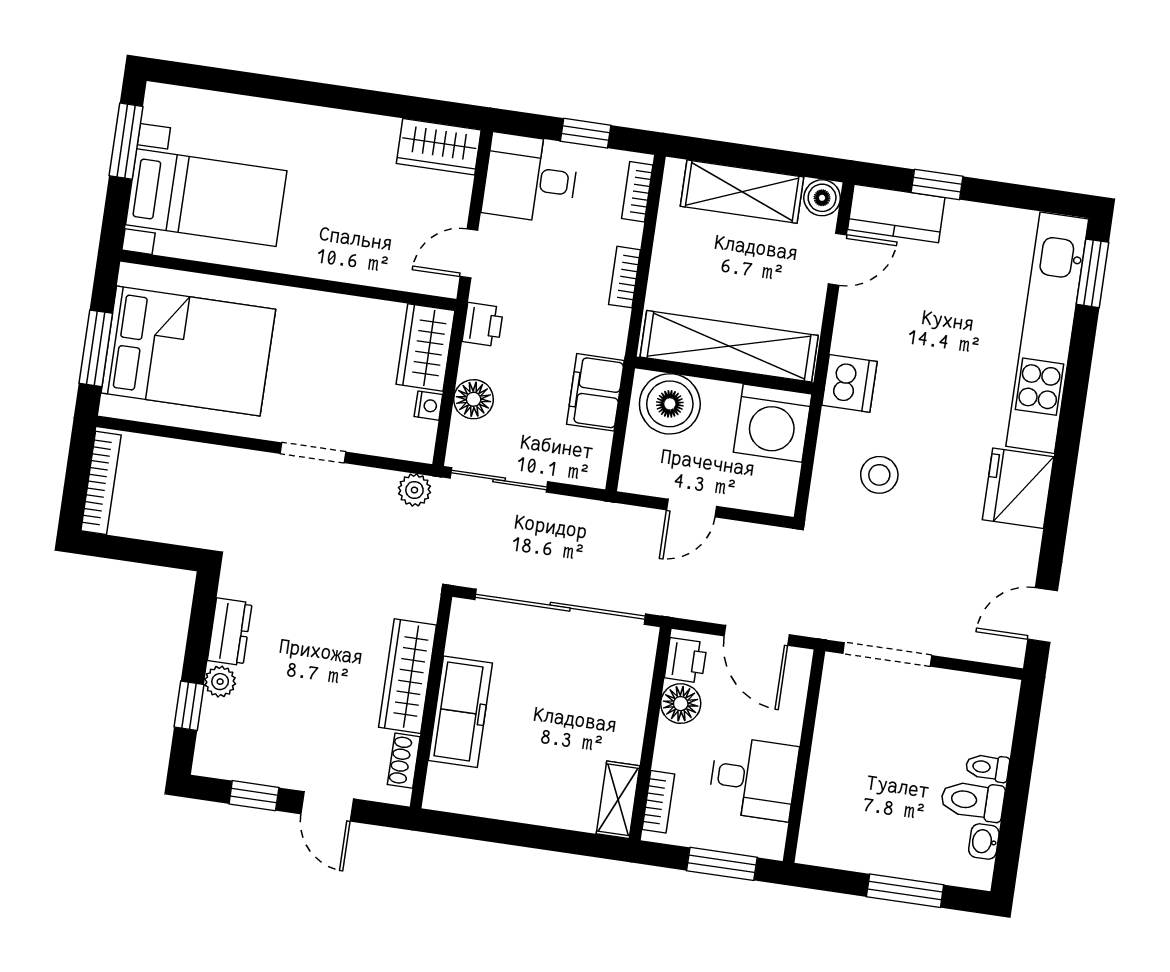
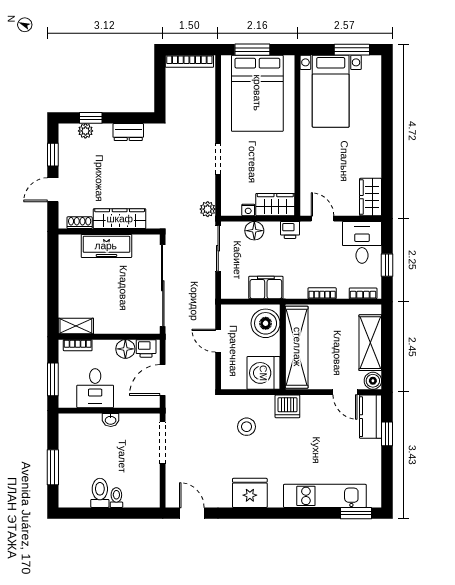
kitchen unit: (1047, 333) -> (325, 496), width x0.73
plant: (220, 682) -> (85, 131), moved
washbasin: (984, 841) -> (111, 420), moved, turned 180

